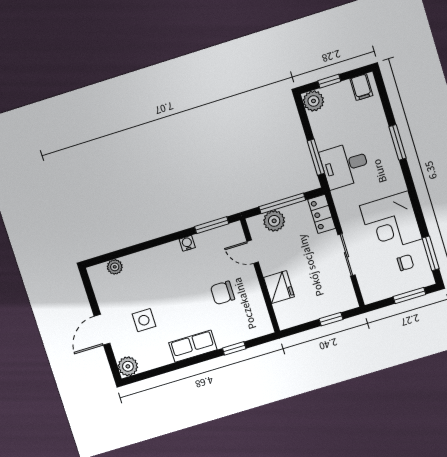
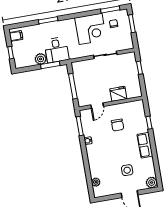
plant: (313, 101) -> (41, 59), moved
locker: (322, 214) -> (81, 66), removed
plant: (274, 221) -> (82, 92), removed

